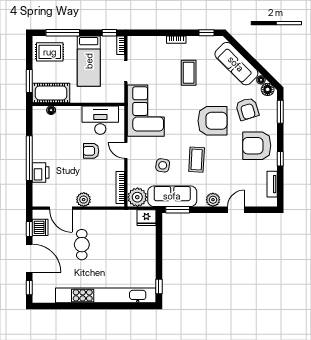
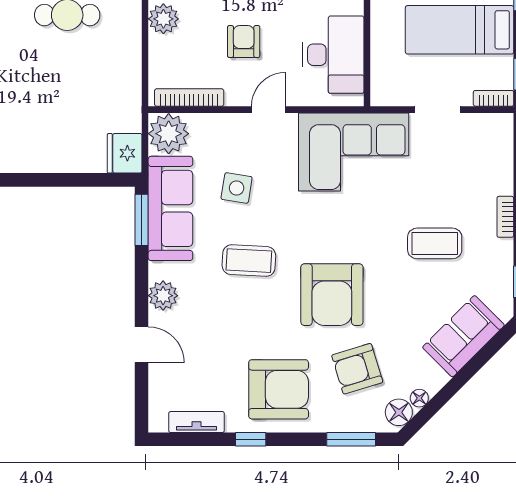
sofa: (236, 64) -> (463, 336), width x0.73
armchair: (257, 146) -> (279, 389), turned 90
armchair: (91, 151) -> (244, 42), moved

